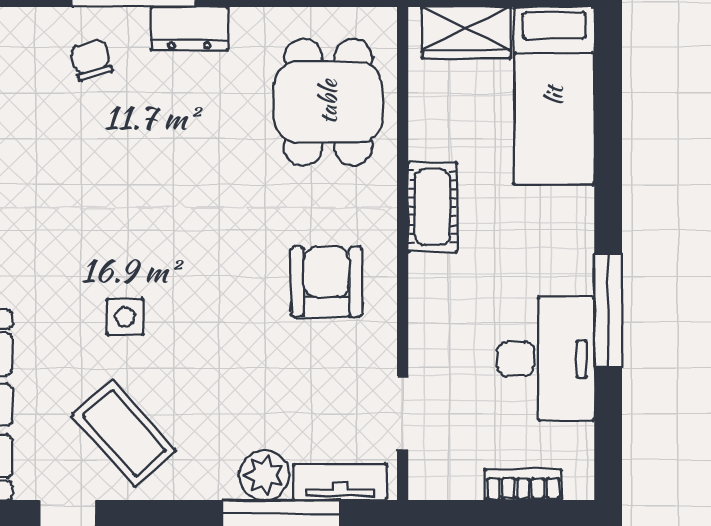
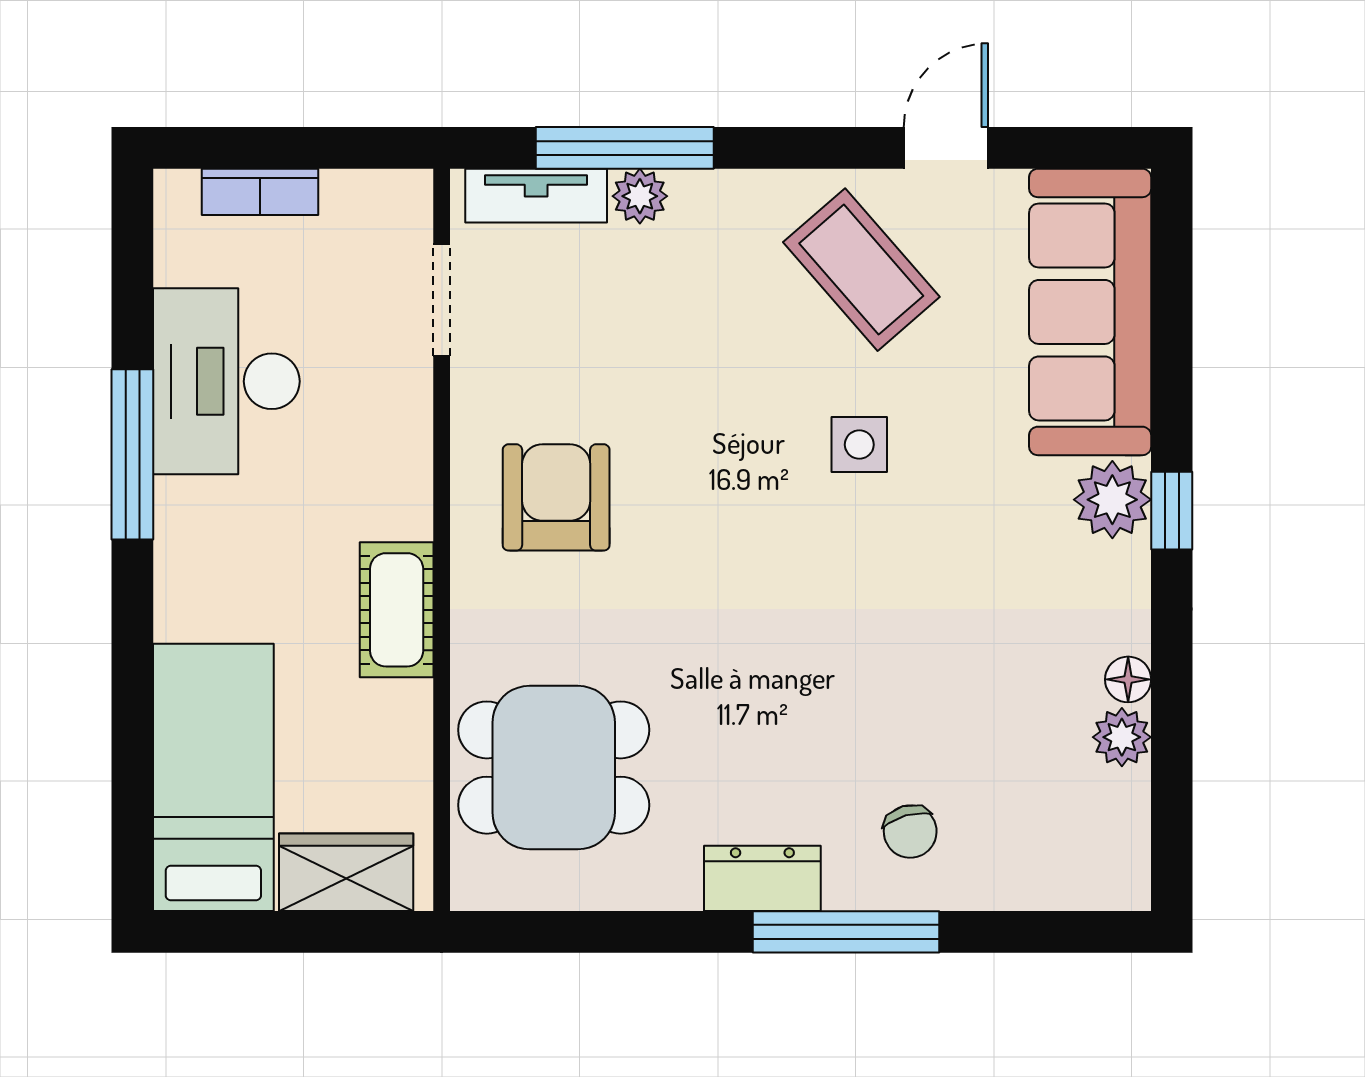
dining table: (328, 102) -> (554, 768), turned 90
armchair: (327, 282) -> (556, 497), turned 180
plant: (264, 475) -> (640, 196), width x0.73, depth x0.73

